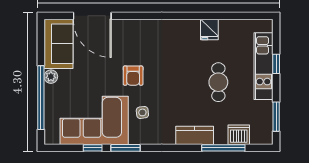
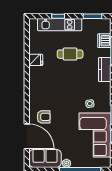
door: (92, 16) -> (27, 136), hinge flipped
armchair: (133, 76) -> (44, 117), moved

